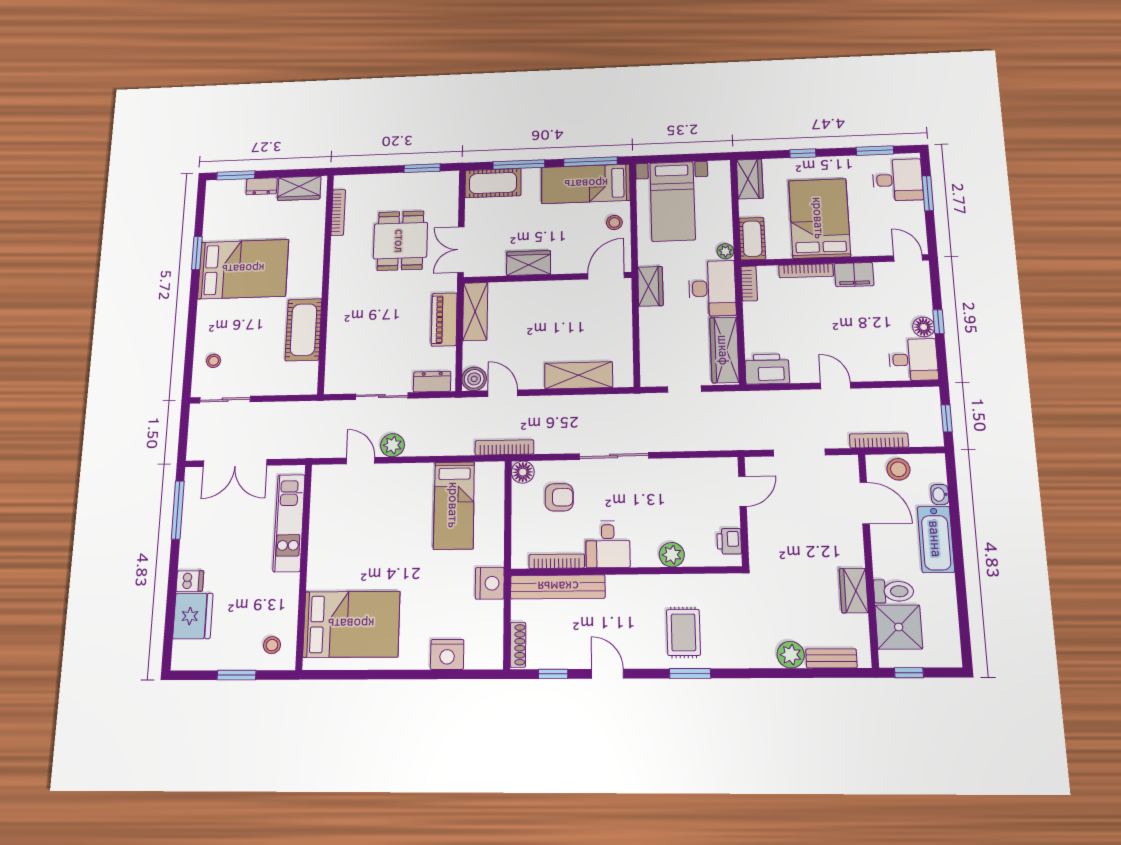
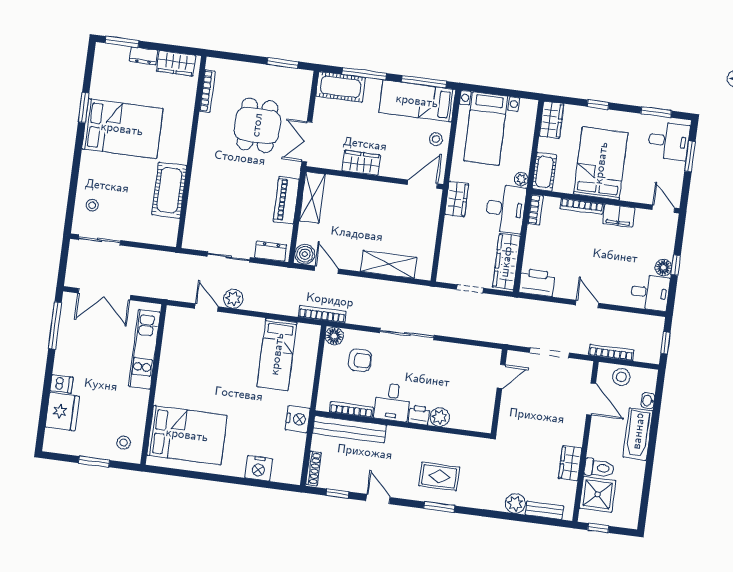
printer: (729, 541) -> (419, 415), moved, turned 90
rug: (683, 632) -> (439, 476), turned 90

